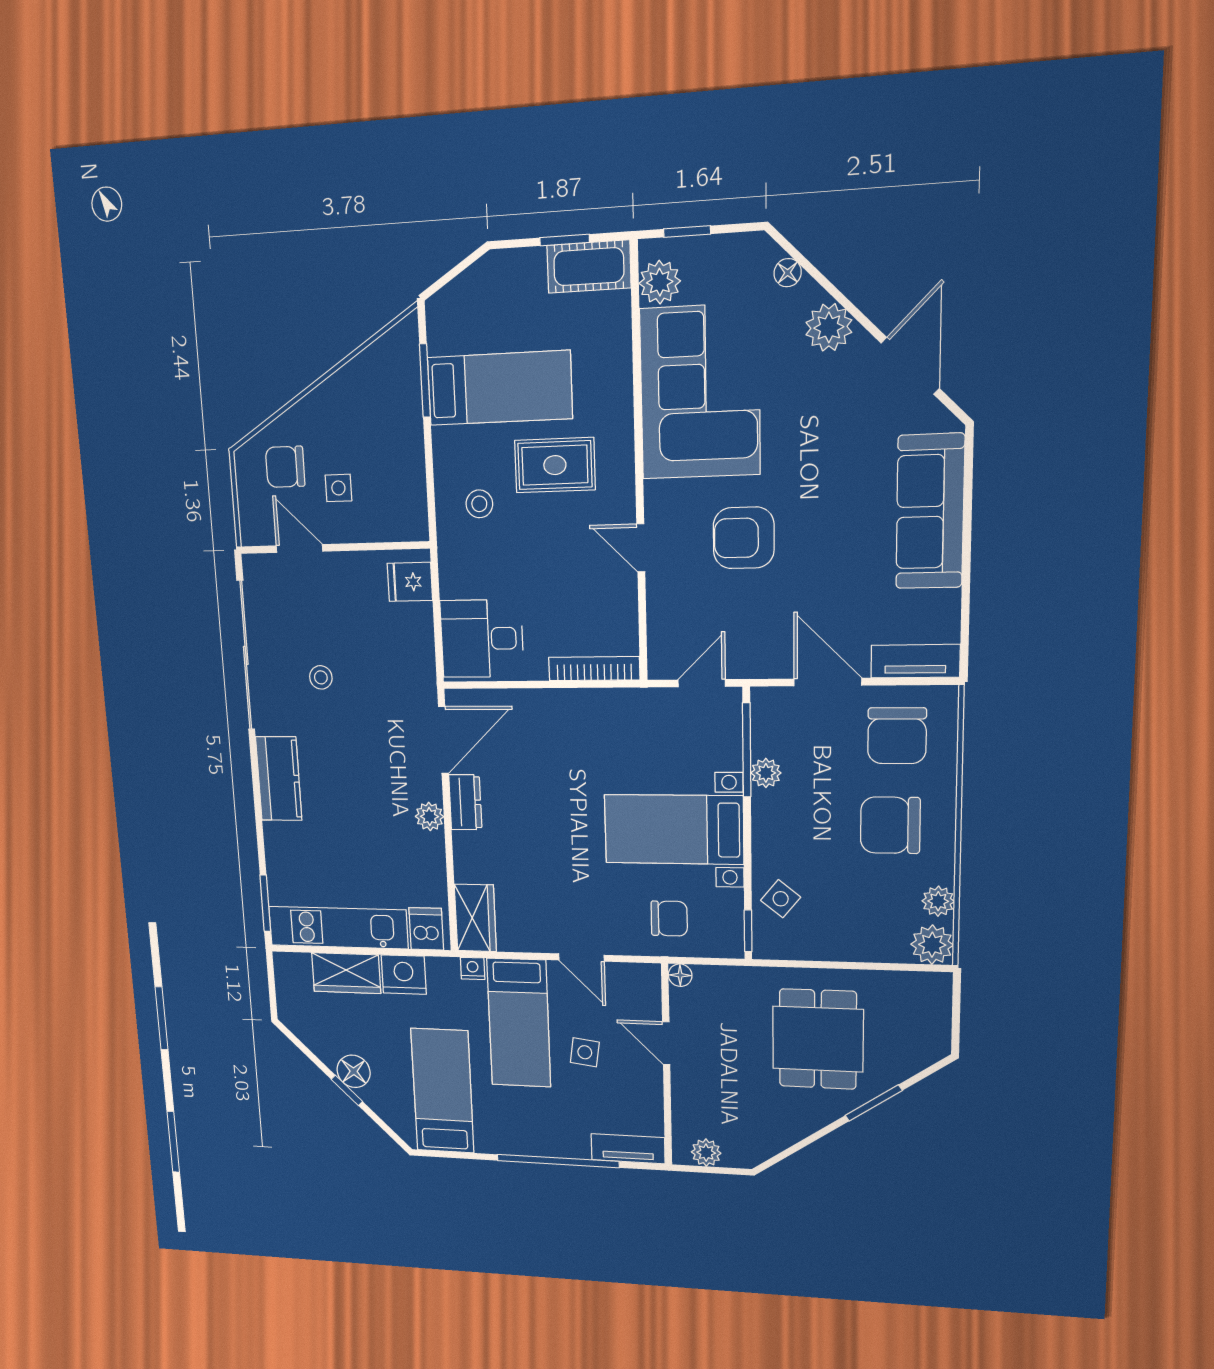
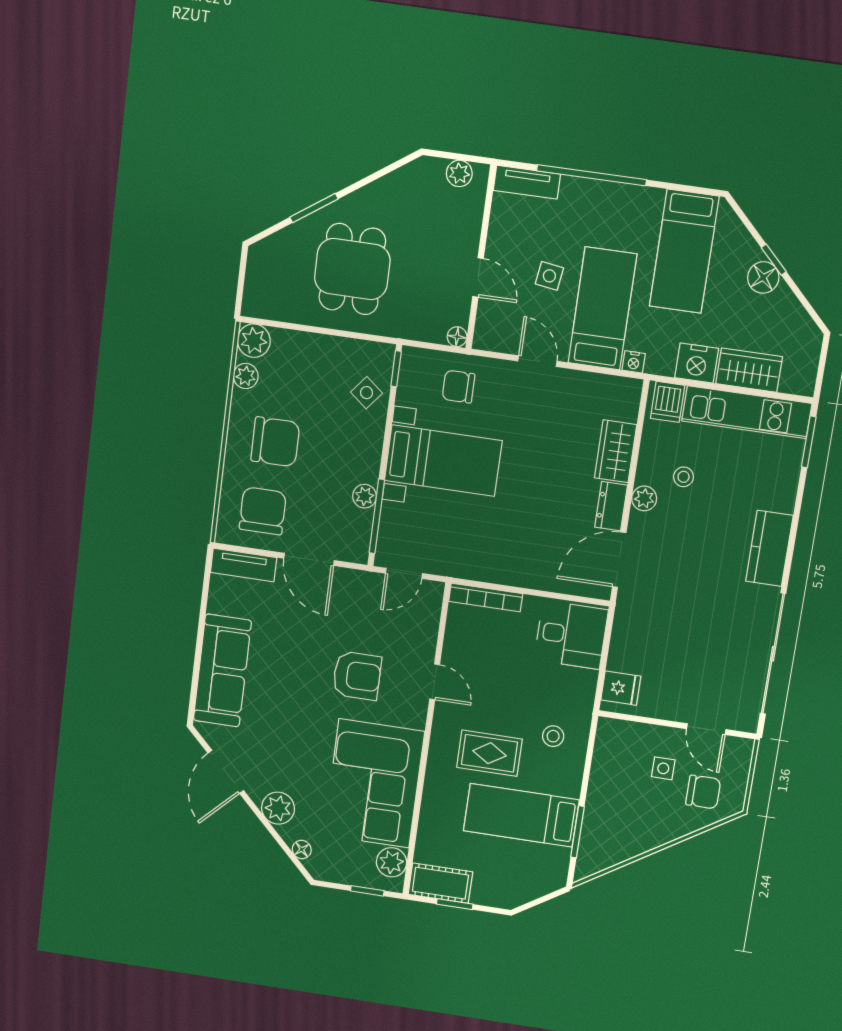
stool: (321, 677) -> (684, 477), moved
wardrobe: (475, 918) -> (616, 451), moved

